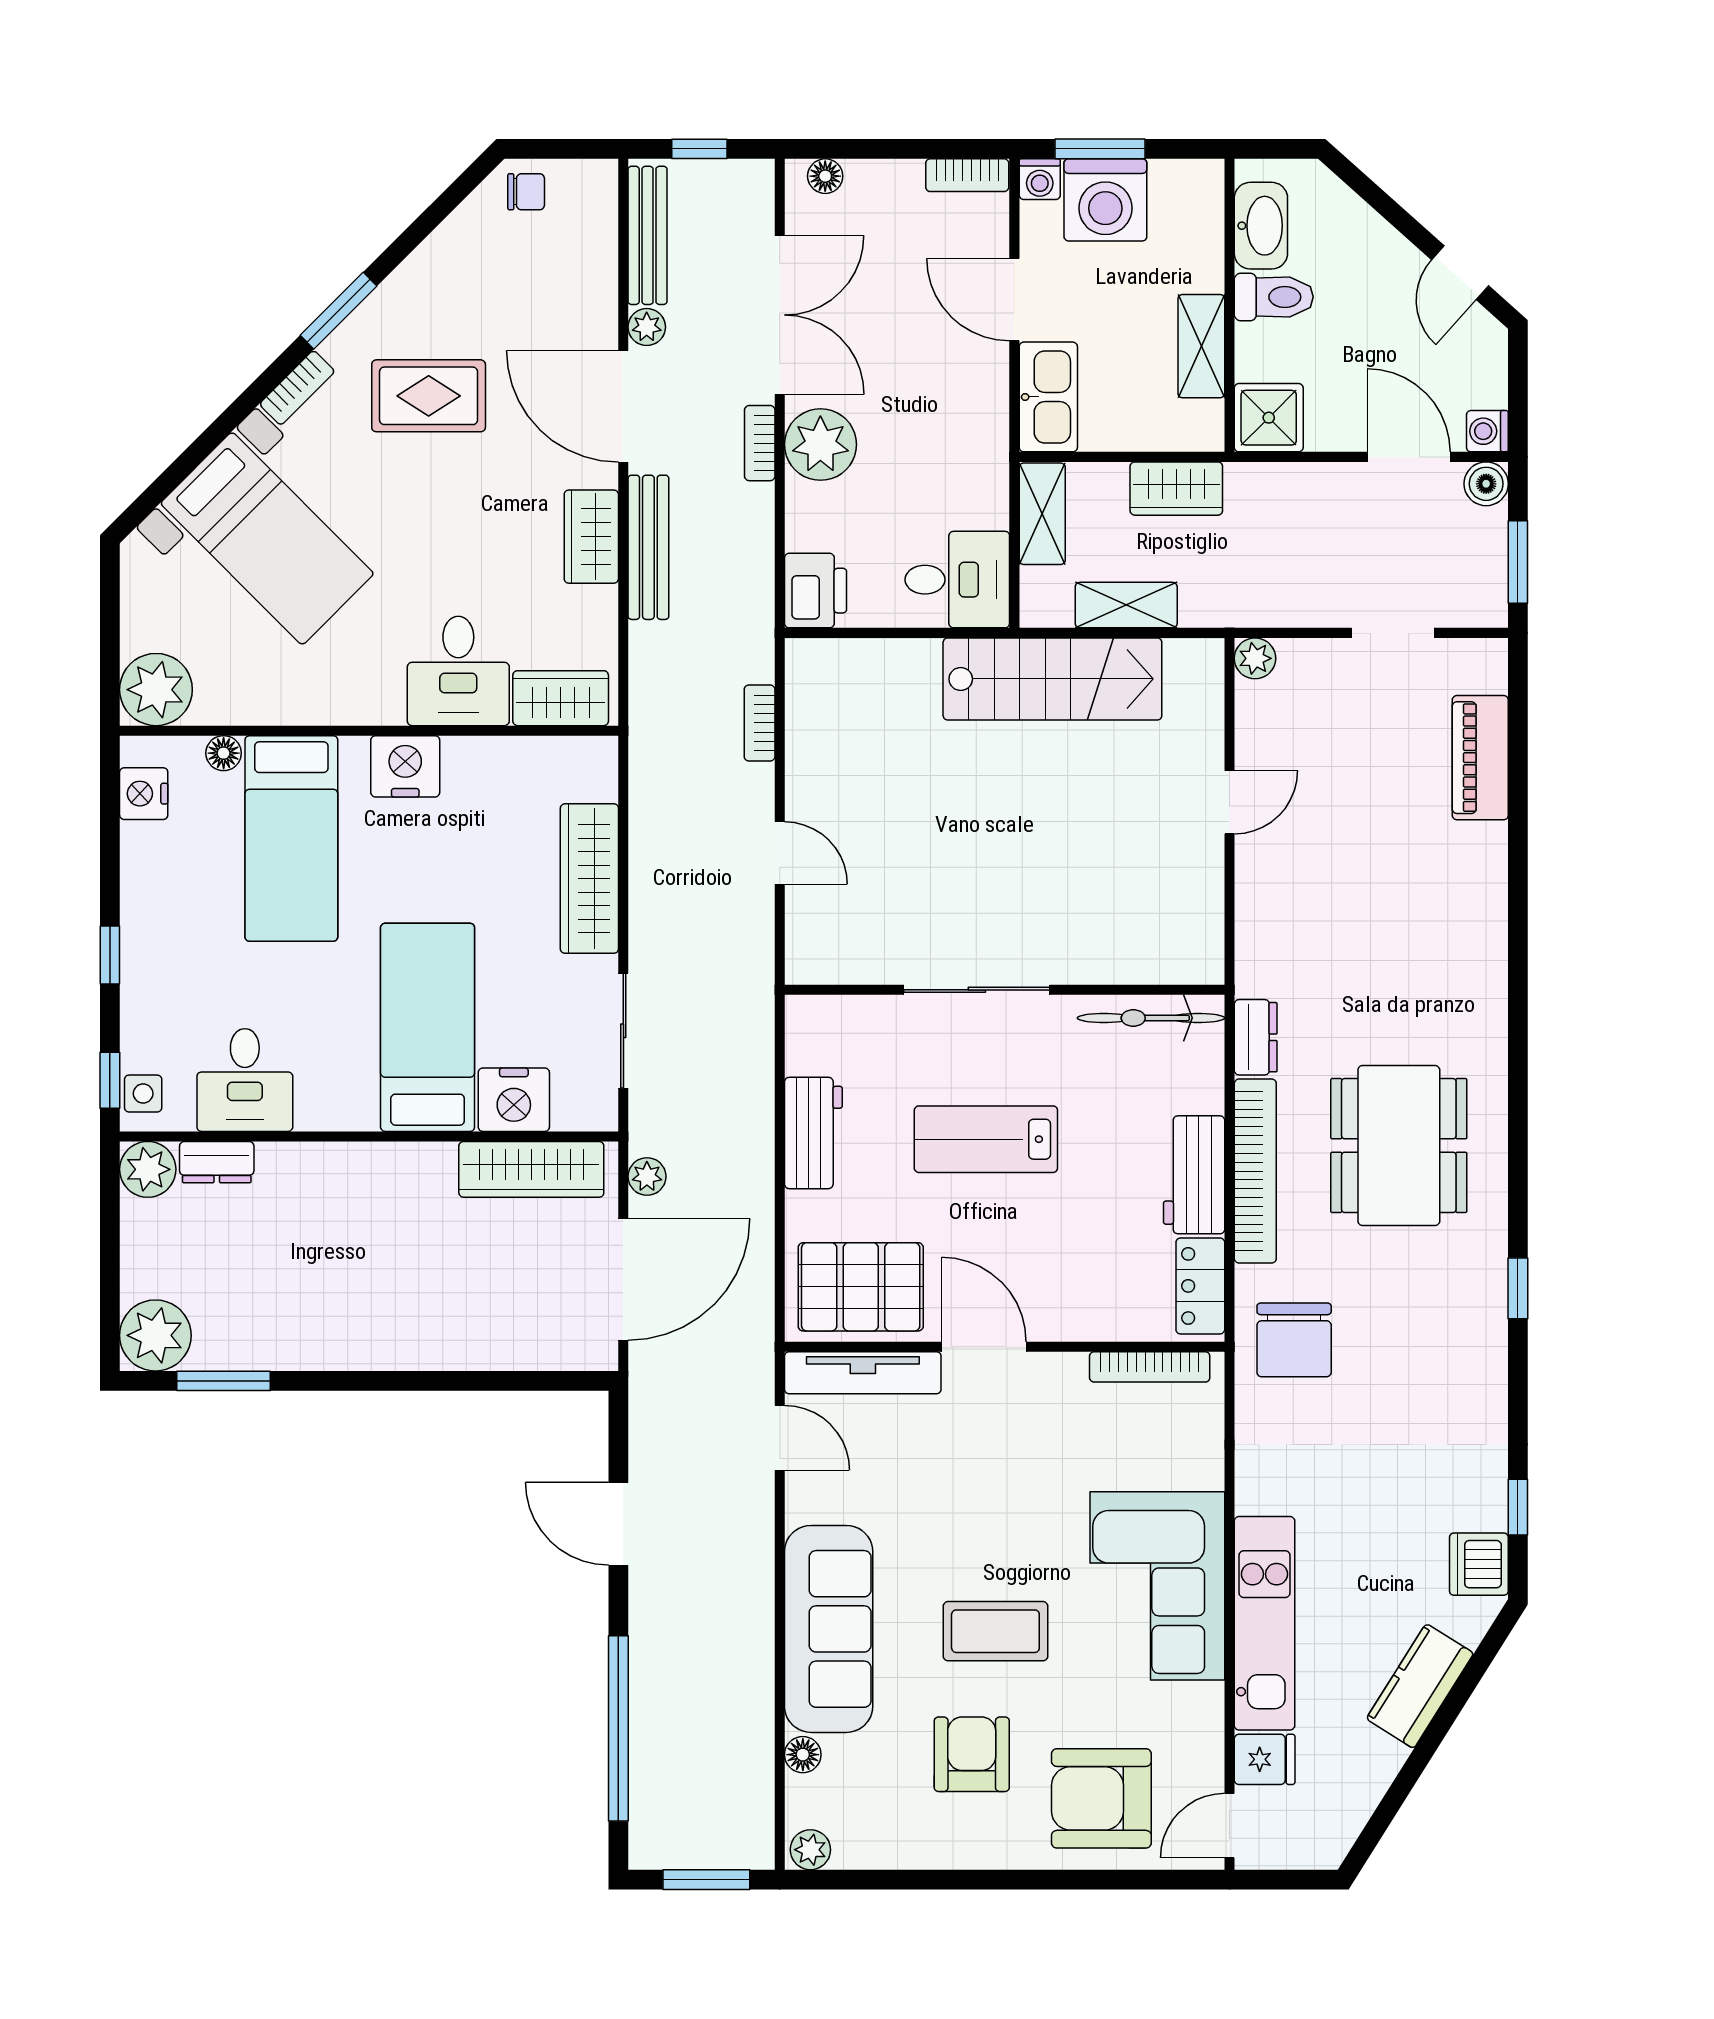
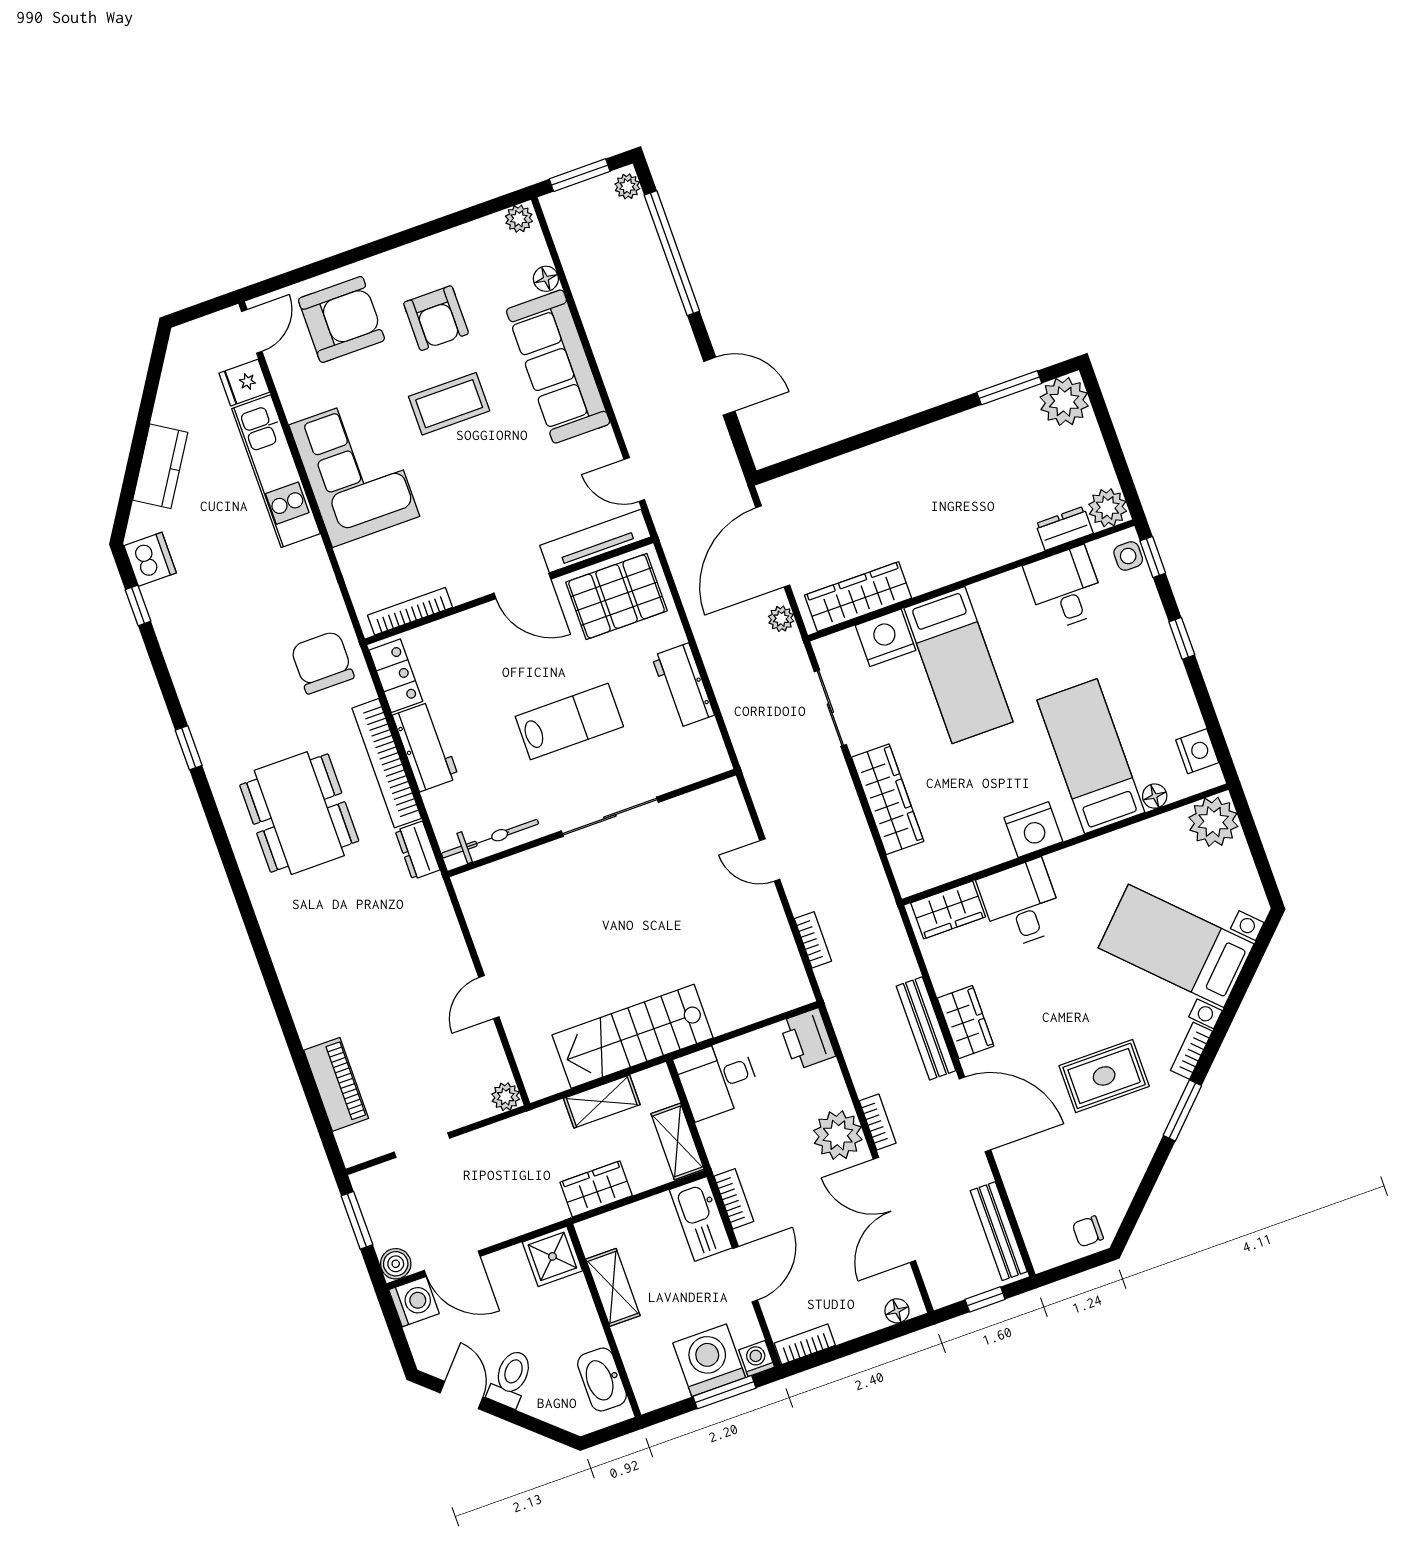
toilet: (1274, 297) -> (511, 1378), moved, turned 132
door: (1014, 300) -> (745, 1274), hinge flipped
plant: (647, 327) -> (627, 186), moved
bookcase: (993, 408) -> (734, 1199), added
washing machine: (1487, 431) -> (414, 1302), width x1.38, depth x1.38

